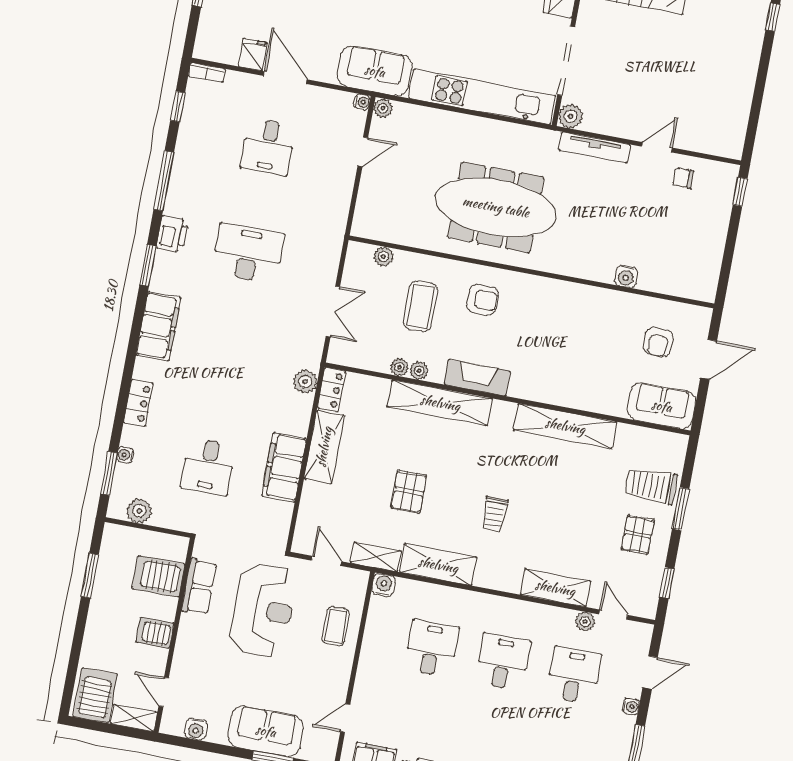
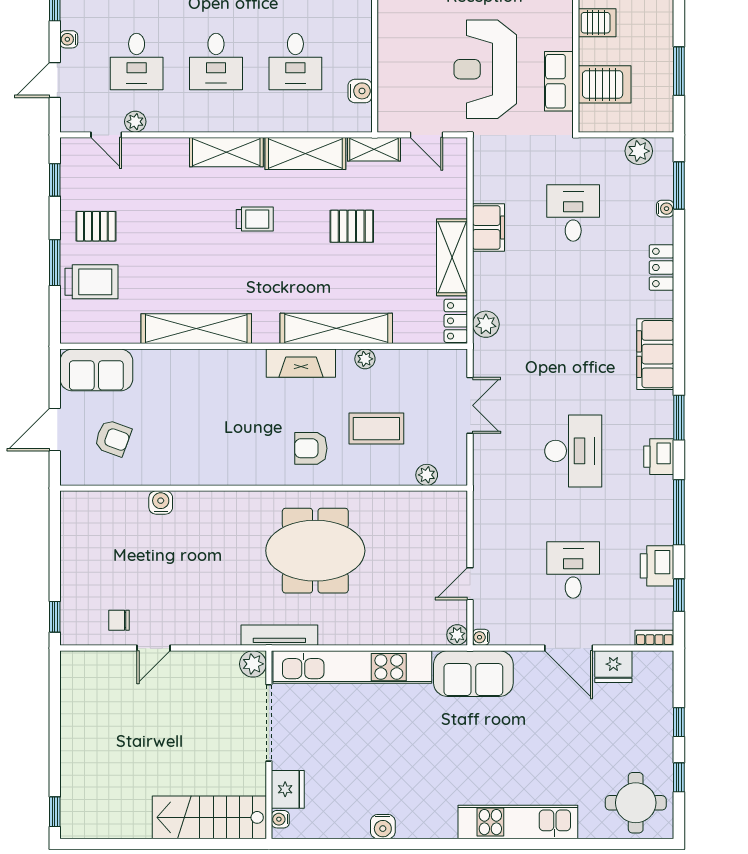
fridge: (253, 54) -> (613, 667), width x1.38
printer: (192, 136) -> (657, 566), added
tv unit: (595, 148) -> (279, 635), moved
chair: (683, 178) -> (119, 620), turned 180
meeting table: (496, 207) -> (315, 551), width x0.73
desk: (248, 253) -> (573, 451), turned -90
coffee table: (421, 306) -> (376, 429), turned 90
double door: (333, 311) -> (470, 405), swing flipped
armchair: (658, 342) -> (113, 438), turned 110
plant: (399, 367) -> (387, 359), removed
filing cabinet: (284, 467) -> (488, 227), width x0.67, depth x0.86
pallet: (409, 492) -> (352, 226), turned 90
trolley: (494, 514) -> (255, 219), turned 90
pallet: (638, 535) -> (96, 226), turned 90
water cooler: (384, 585) -> (360, 91), moved, turned -90
shelving: (555, 588) -> (226, 152), moved
coffee table: (335, 626) -> (404, 66), removed

